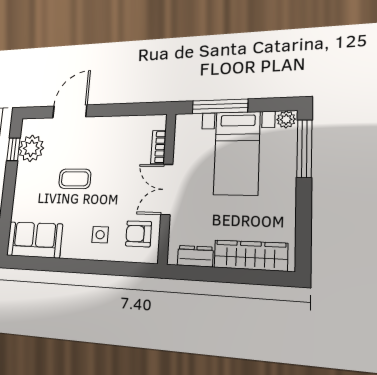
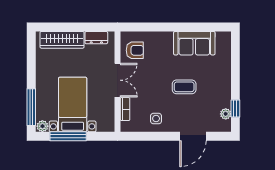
window: (220, 106) -> (68, 136), moved
plant: (31, 148) -> (226, 114), width x0.53, depth x0.53
side table: (100, 235) -> (156, 119), moved
sofa: (34, 240) -> (194, 43), moved

